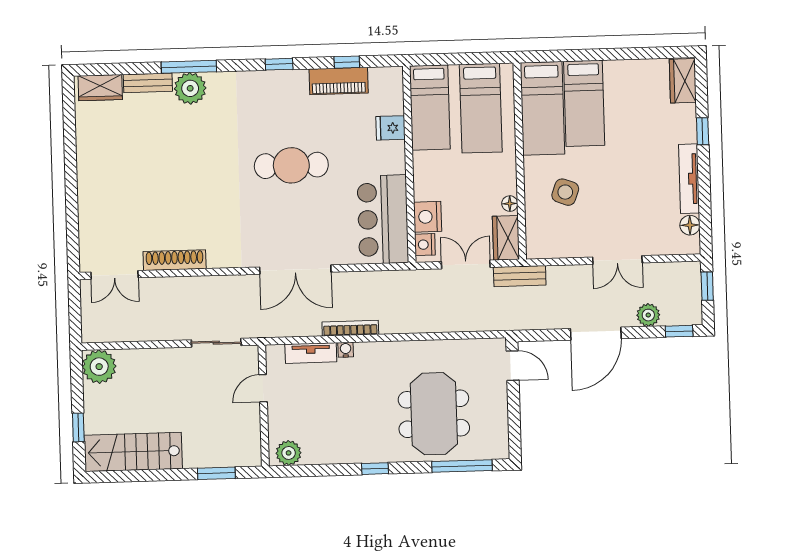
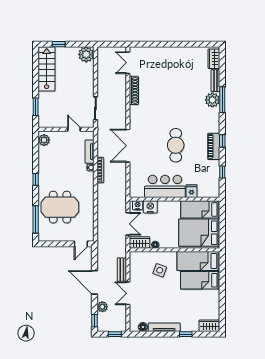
piano: (339, 81) -> (214, 146), moved
bed: (481, 108) -> (199, 233), width x1.50
bar counter: (383, 219) -> (165, 186), moved
bench: (520, 276) -> (122, 270), moved

